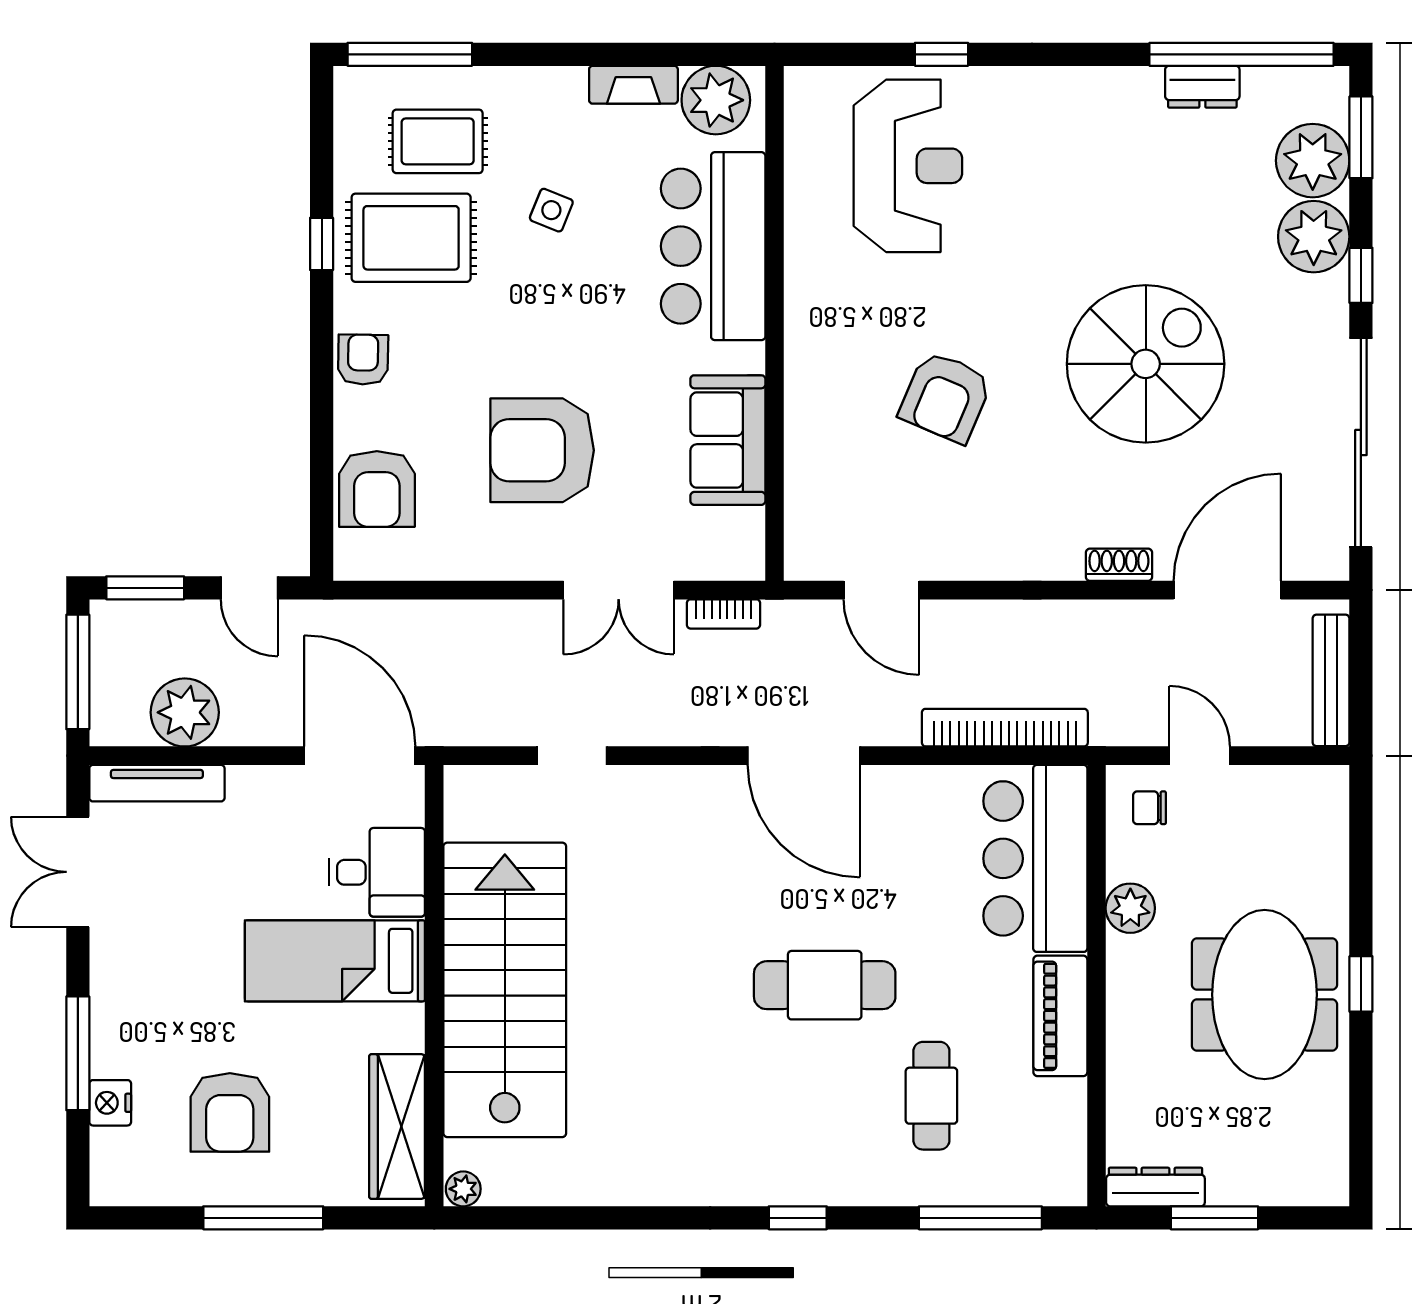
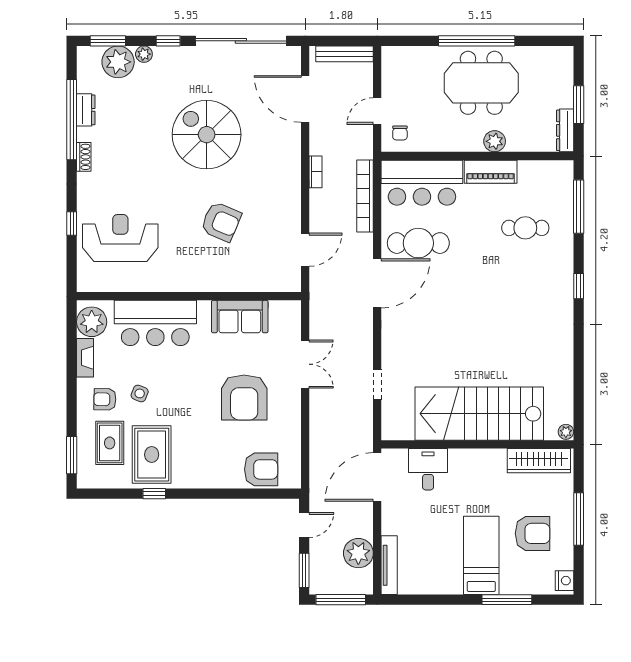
window: (410, 54) -> (72, 455), width x0.69
window: (1242, 54) -> (72, 120), moved
plant: (1314, 237) -> (144, 54), width x0.53, depth x0.53
armchair: (363, 360) -> (105, 399), moved
shoe rack: (1119, 565) -> (84, 157), moved, turned 180
bookcase: (723, 614) -> (315, 172), moved
double door: (78, 872) -> (428, 600), removed
plant: (1130, 908) -> (495, 141), moved
bed: (335, 961) -> (481, 555), moved, turned 180
window: (1361, 984) -> (477, 41), width x3.17
cafe table: (825, 985) -> (418, 243), moved, turned 90
nightstand: (110, 1103) -> (564, 581), moved, turned -90

